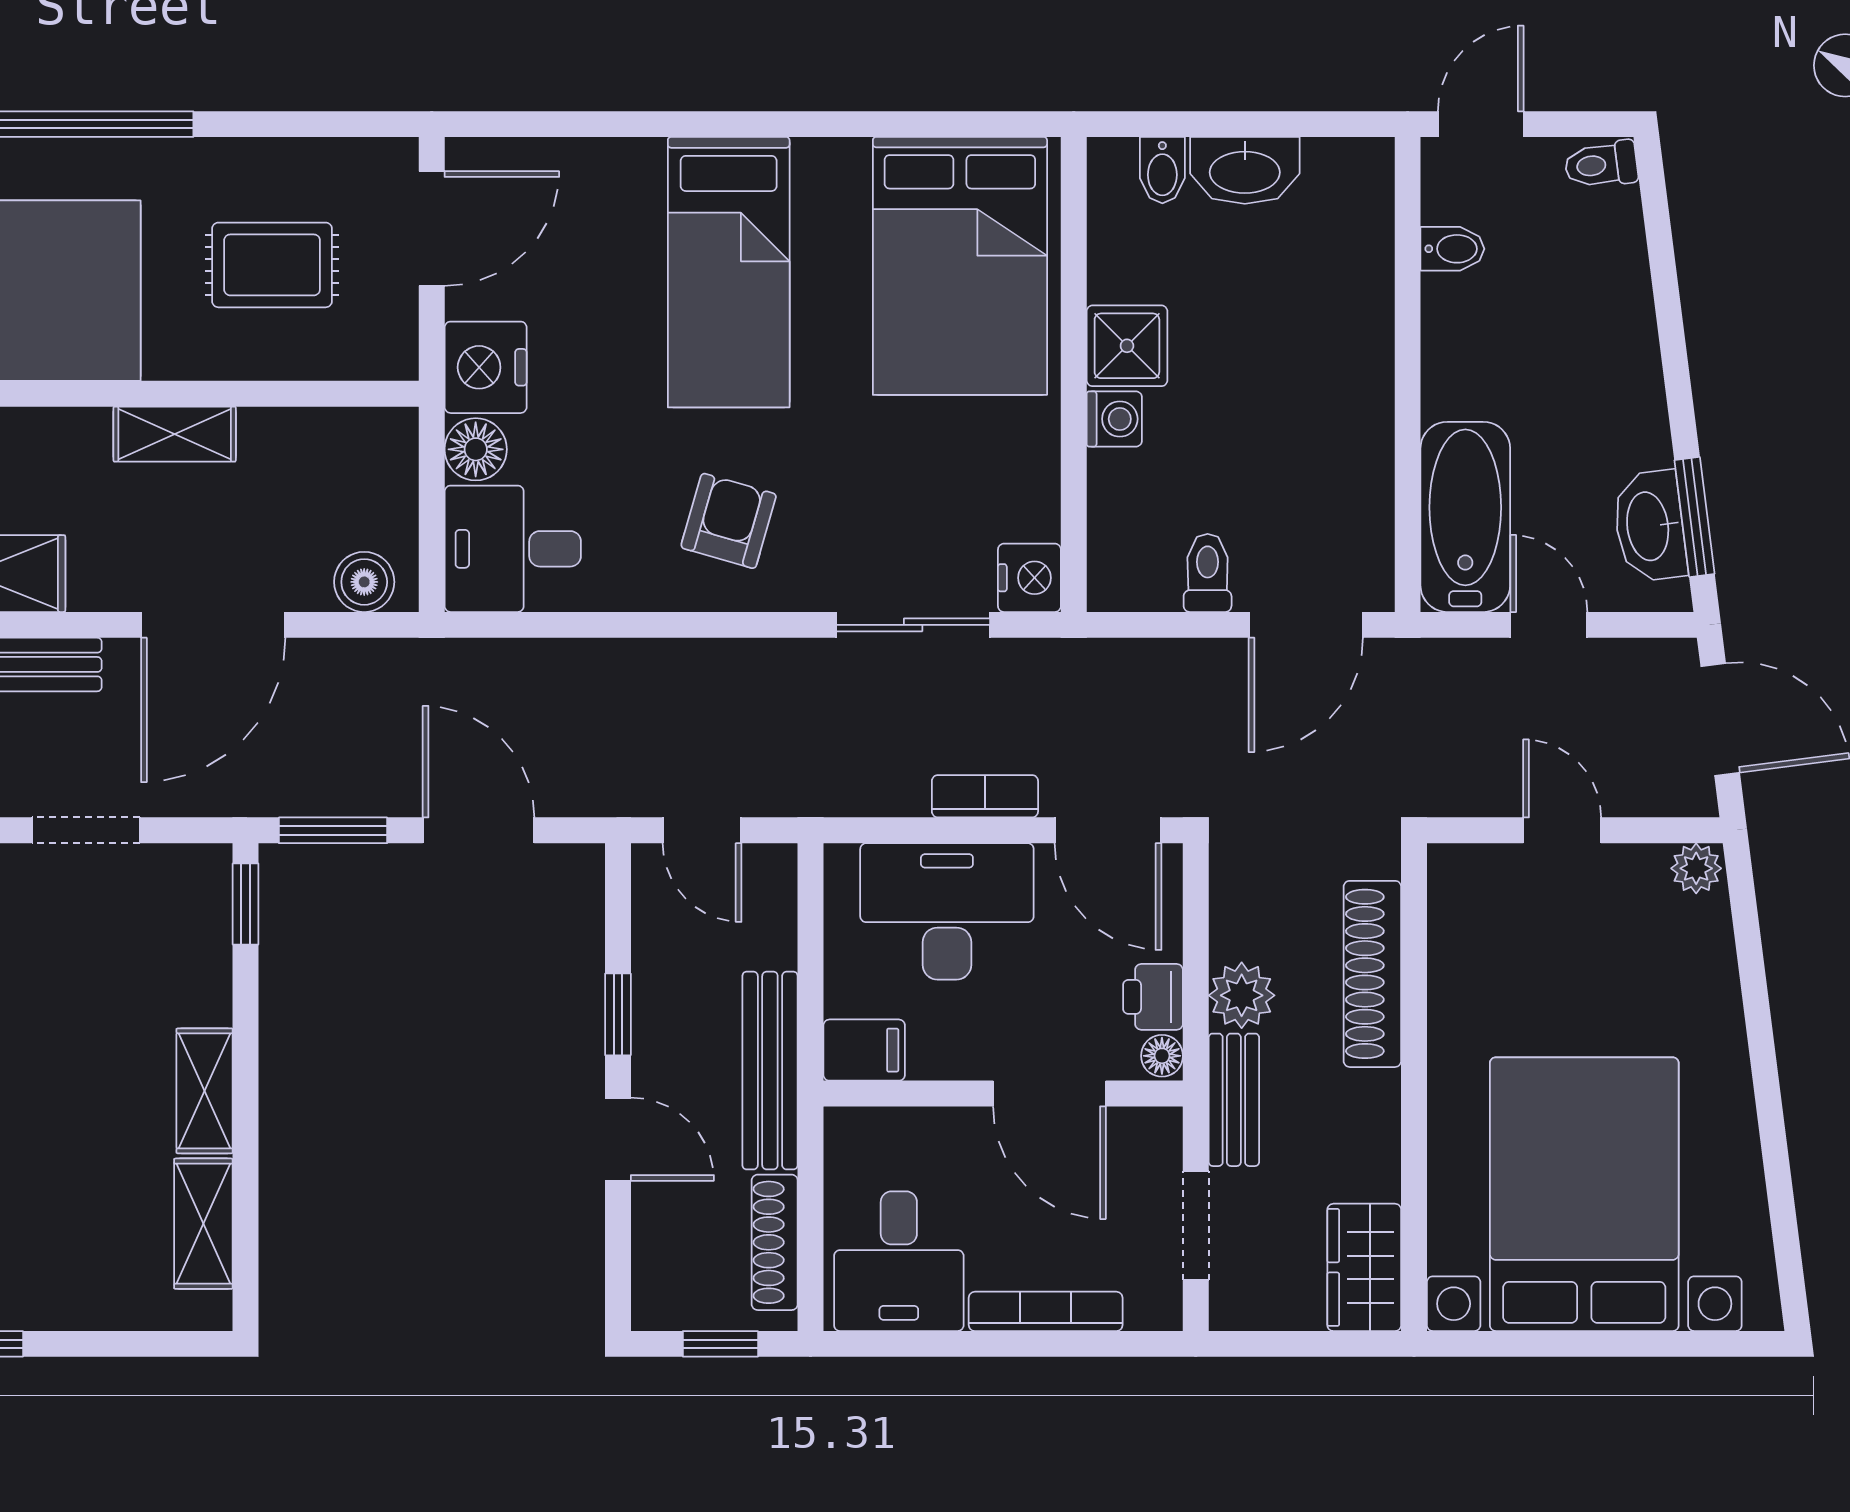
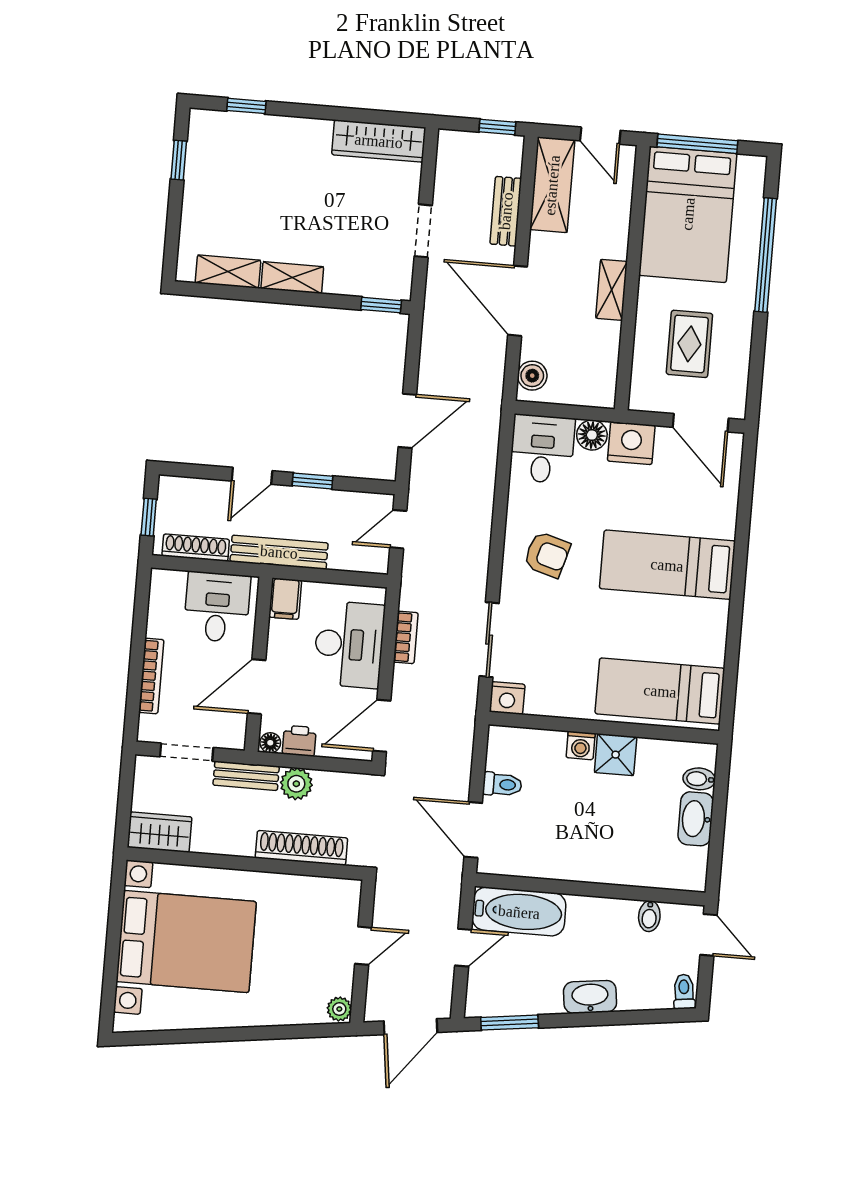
bed: (960, 266) -> (660, 691), width x0.67
washbasin: (1650, 526) -> (590, 997), moved
bookcase: (985, 796) -> (406, 637), moved
window: (333, 830) -> (413, 350), removed
desk: (899, 1261) -> (217, 607), moved, turned 90

